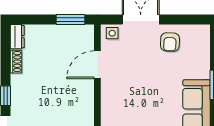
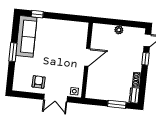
window: (70, 20) -> (117, 104), moved
door: (97, 65) -> (87, 57), moved

